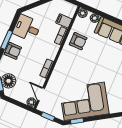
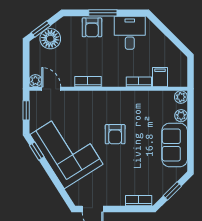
armchair: (78, 41) -> (115, 134), moved
door: (41, 94) -> (51, 89), hinge flipped

